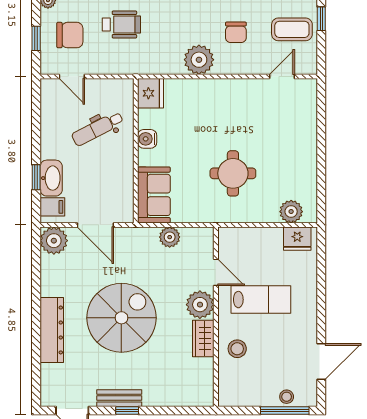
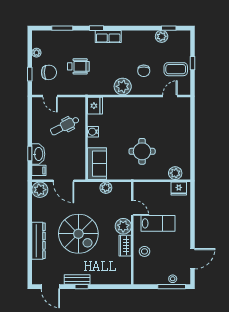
spiral stairs: (121, 318) -> (78, 234), turned 90

